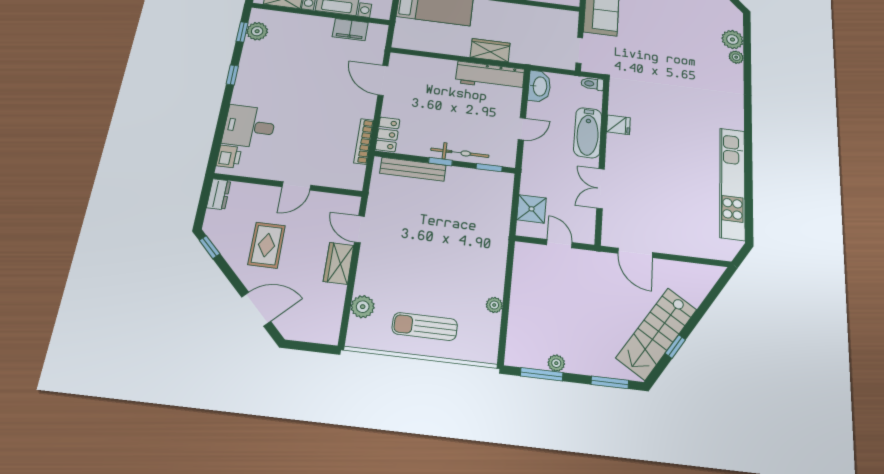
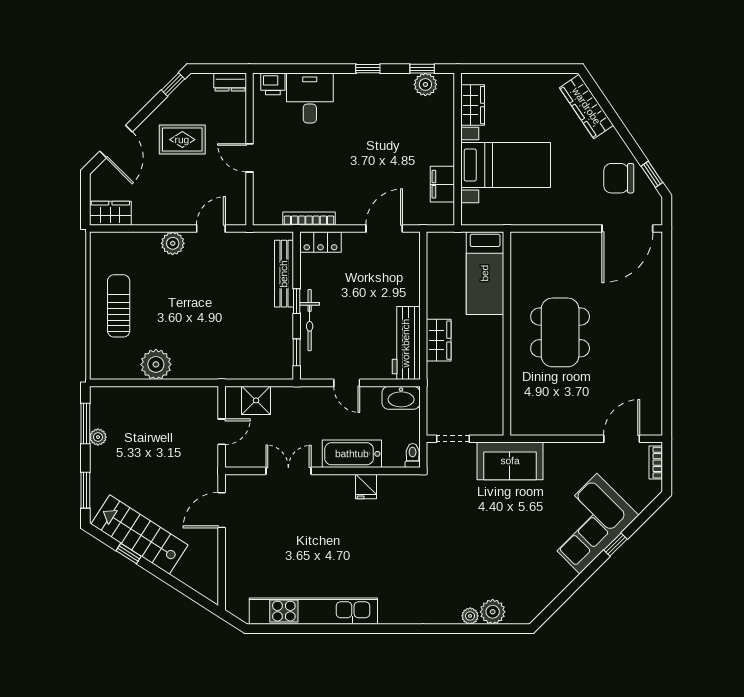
wardrobe: (339, 263) -> (110, 213), moved
plant: (494, 305) -> (156, 364), width x1.88, depth x1.88
plant: (363, 307) -> (173, 243), moved

